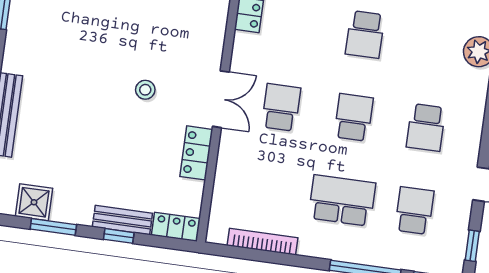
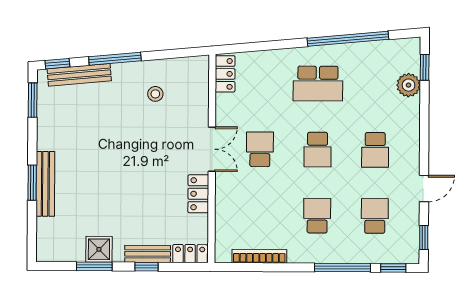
school desk: (365, 34) -> (318, 83), width x1.85
stool: (145, 90) -> (155, 94), moved
school desk: (353, 117) -> (318, 150), turned 180
school desk: (342, 200) -> (317, 216), width x0.54
shower: (34, 202) -> (99, 249), moved

